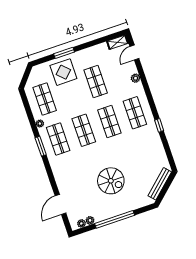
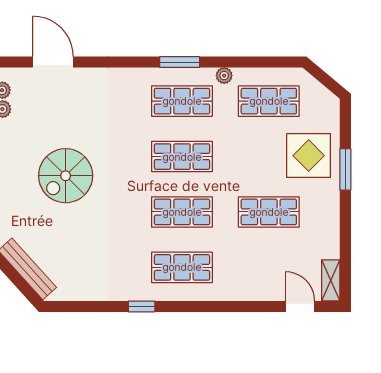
plant: (135, 78) -> (249, 292), removed

